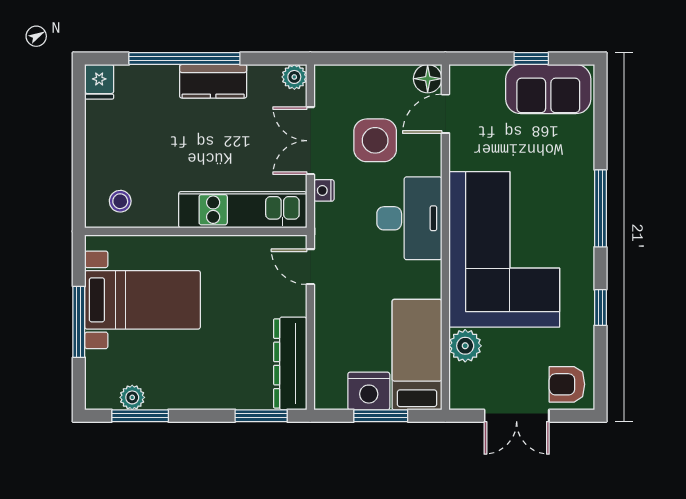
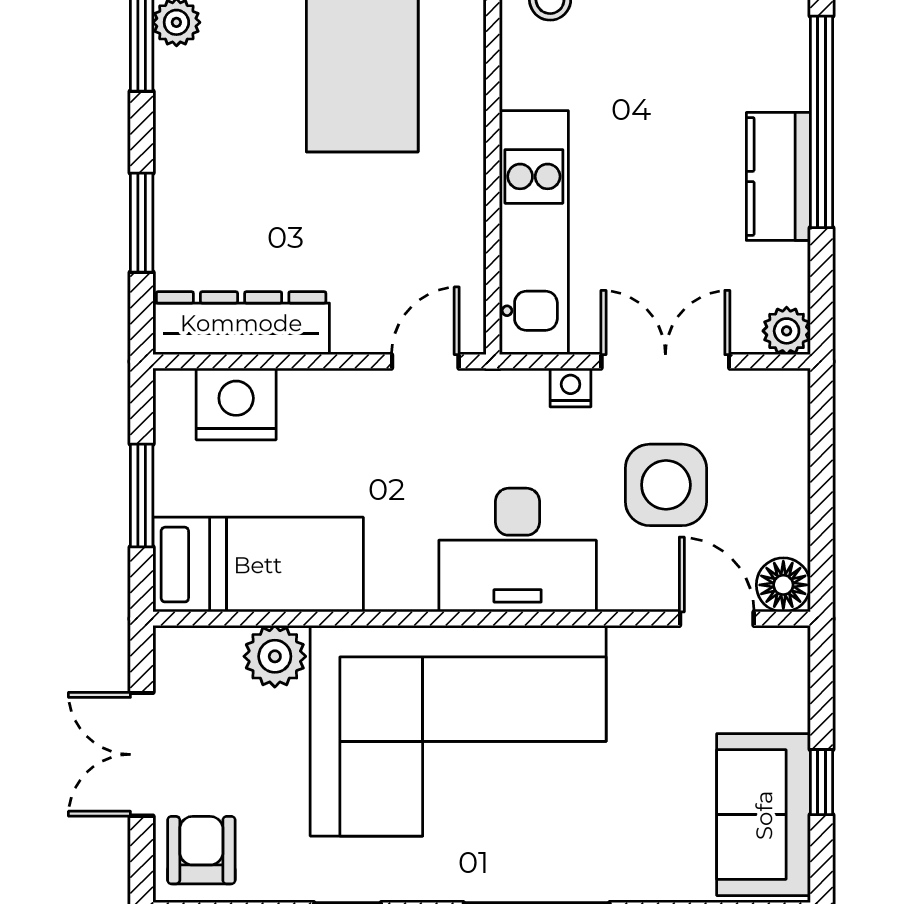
nightstand: (369, 391) -> (236, 404), moved, turned 90
window: (261, 416) -> (142, 223), moved

